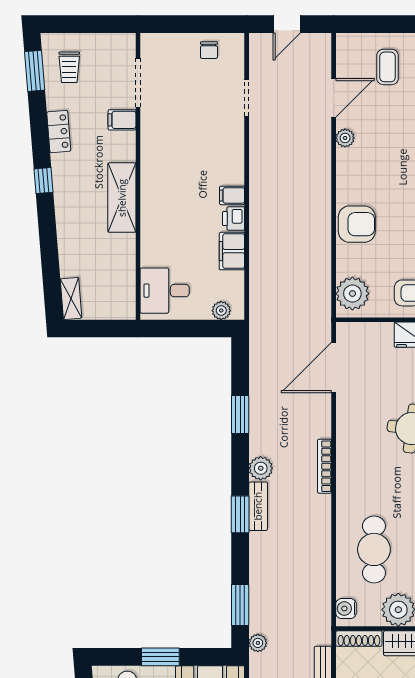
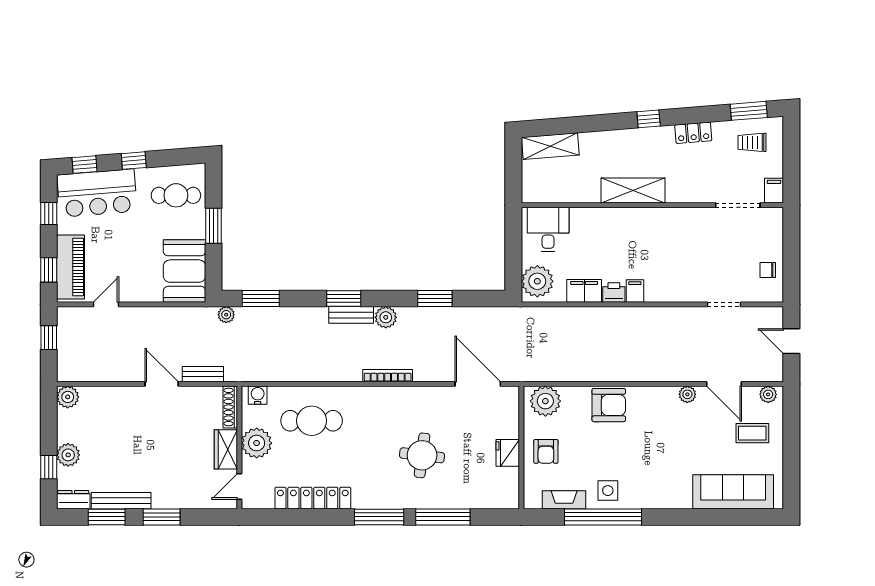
plant: (345, 50) -> (768, 394), added
filing cabinet: (122, 120) -> (774, 191), moved
armchair: (357, 224) -> (609, 405), turned -90
shelving: (71, 298) -> (550, 146), width x1.50, depth x1.33
plant: (221, 311) -> (537, 281), width x1.87, depth x1.87

